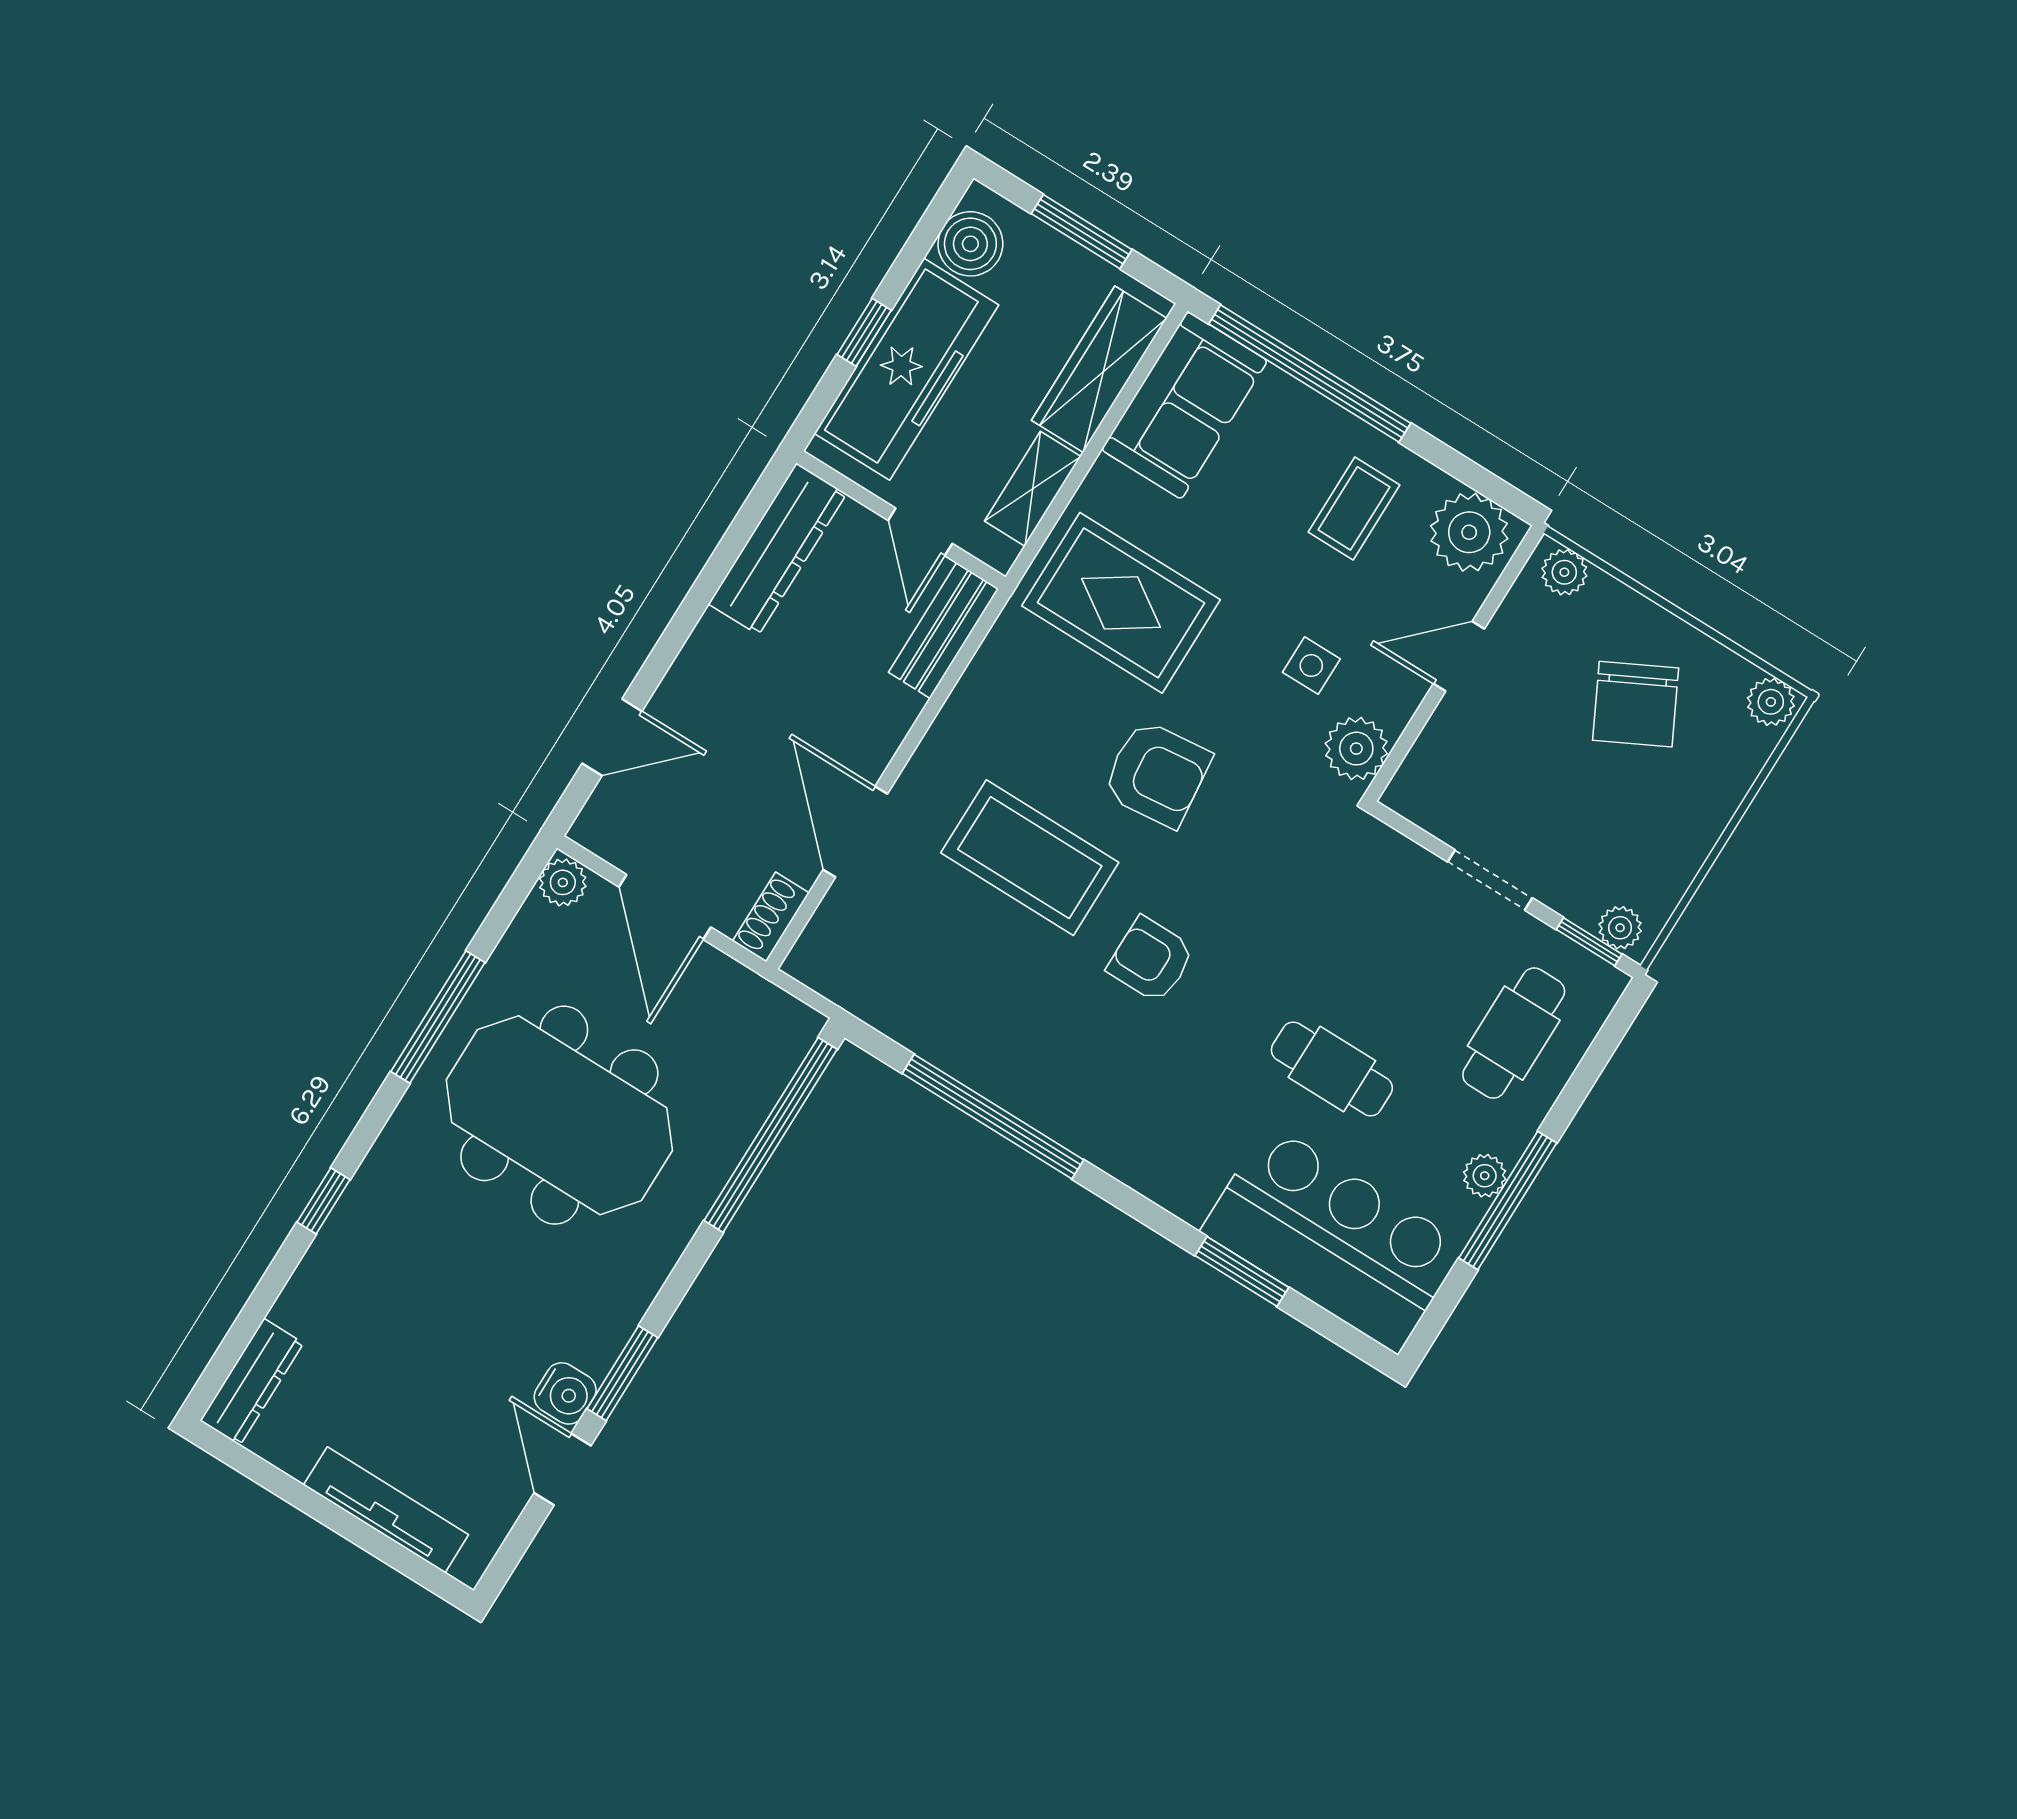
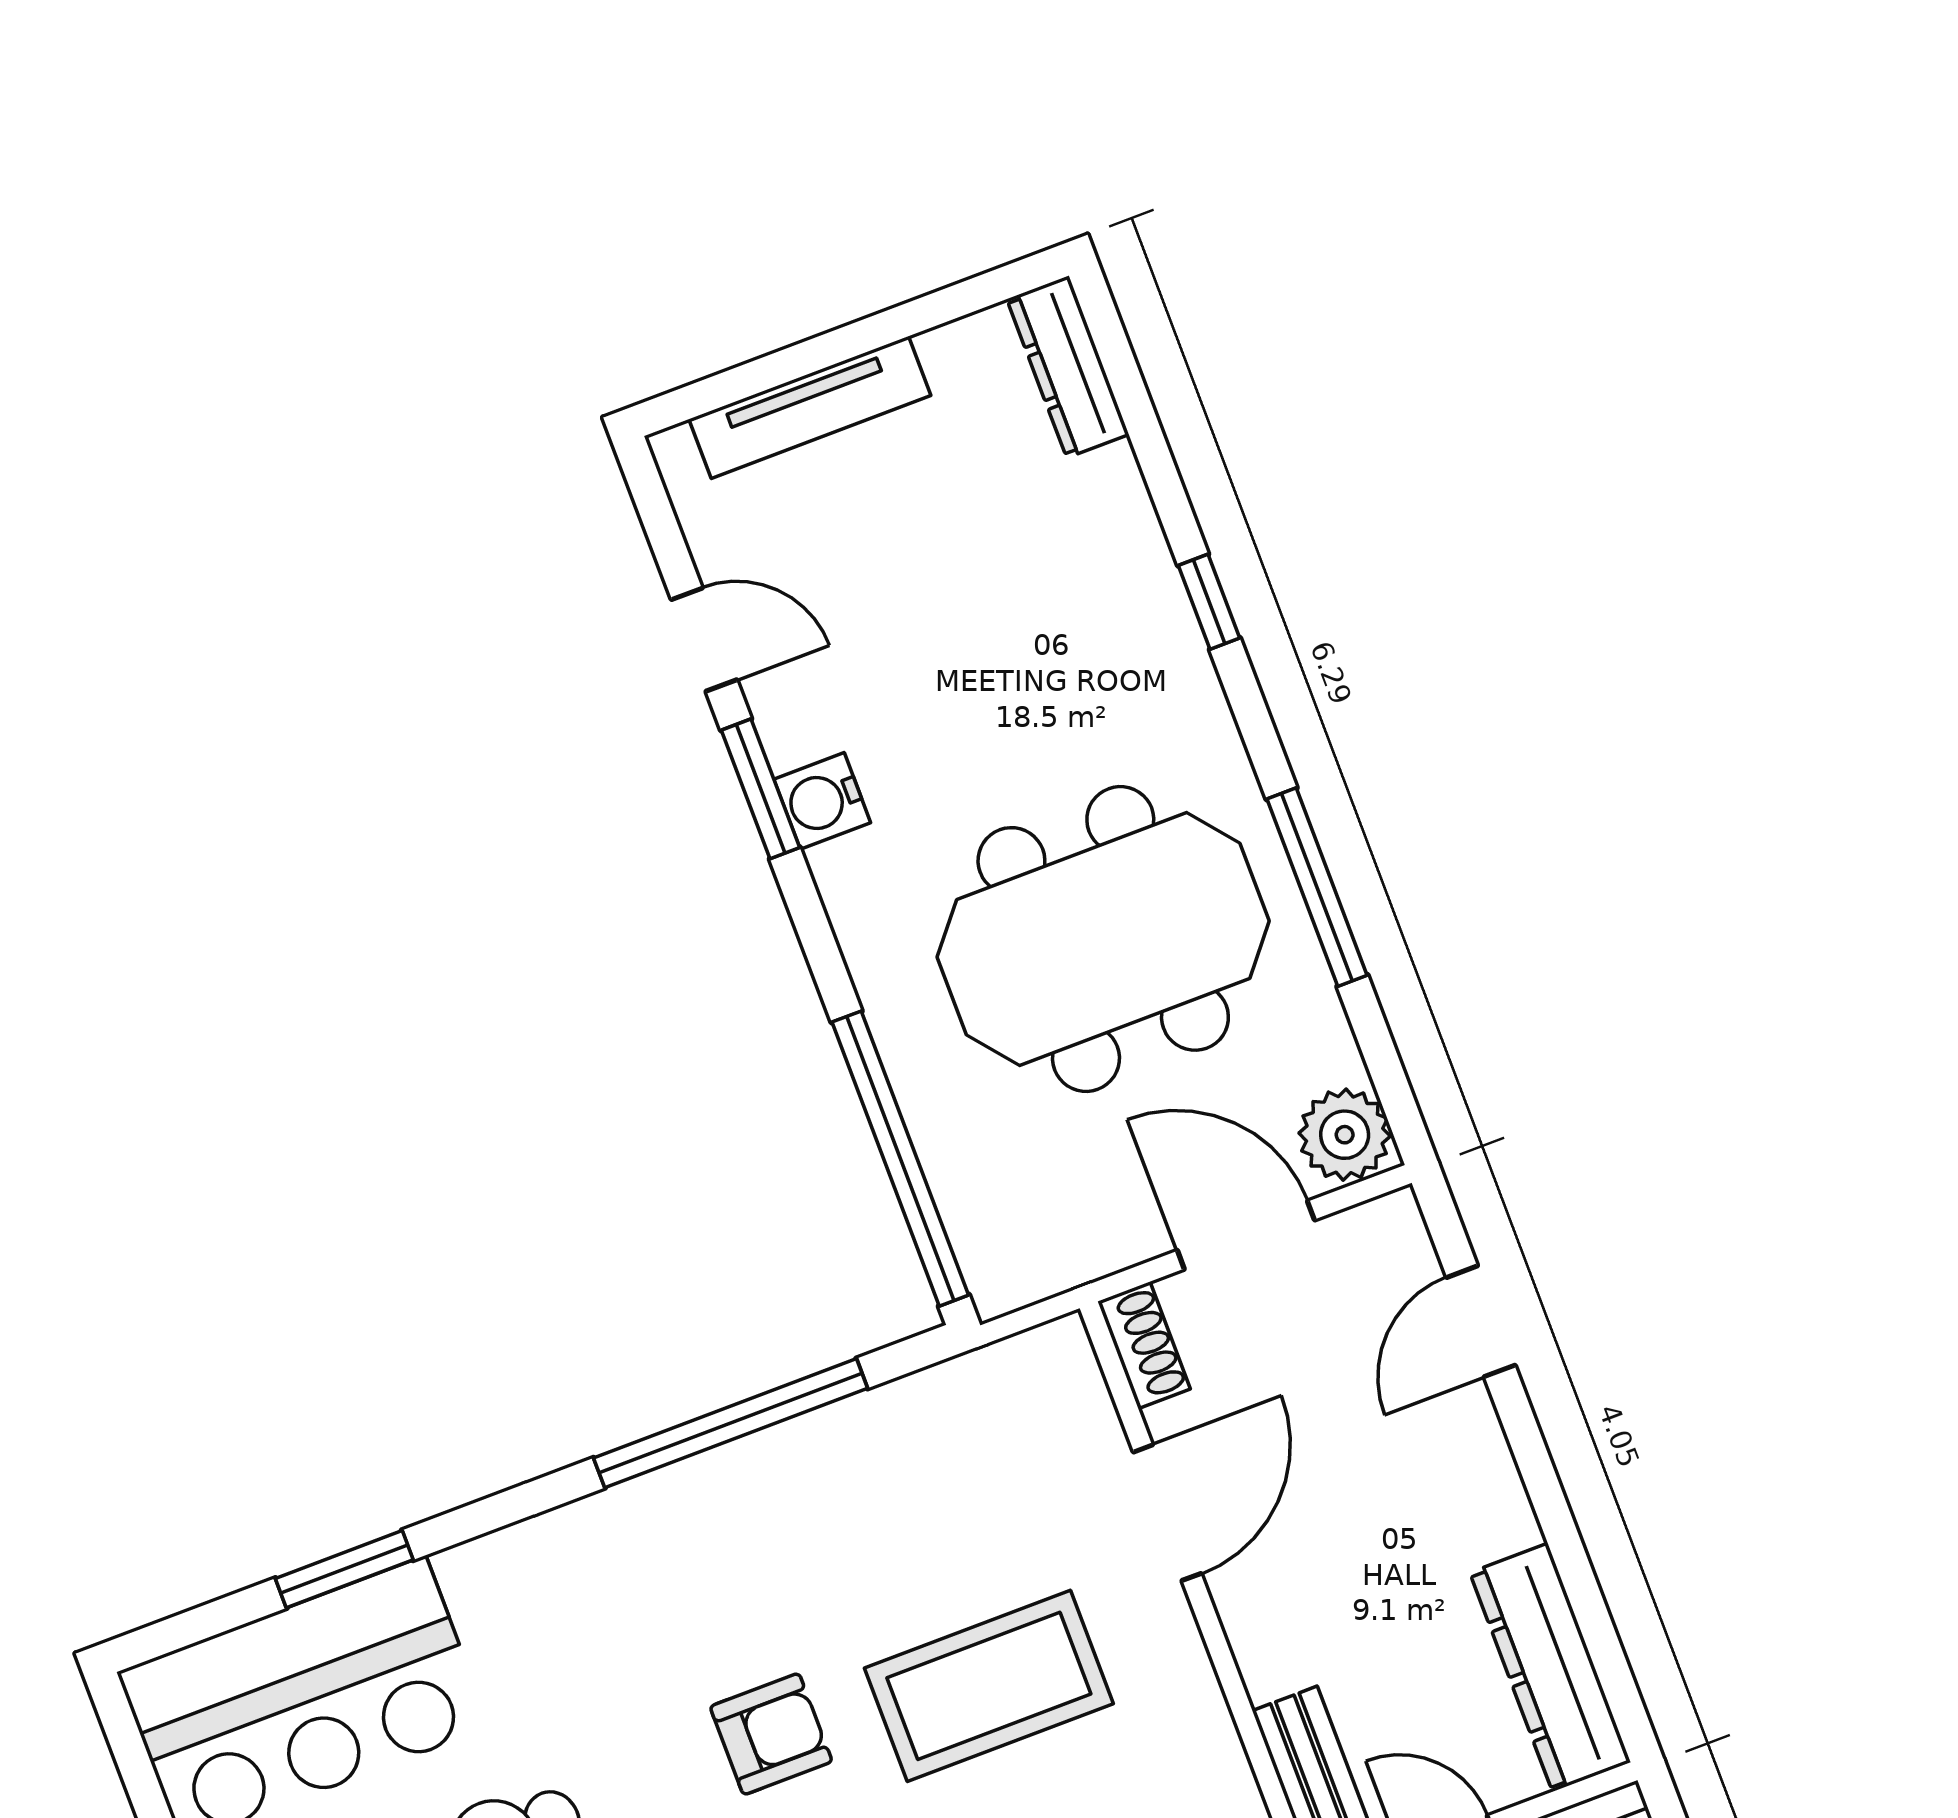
door: (855, 832) -> (1167, 1513), hinge flipped
plant: (563, 882) -> (1345, 1135), width x1.38, depth x1.38
water cooler: (565, 1393) -> (822, 801), moved

